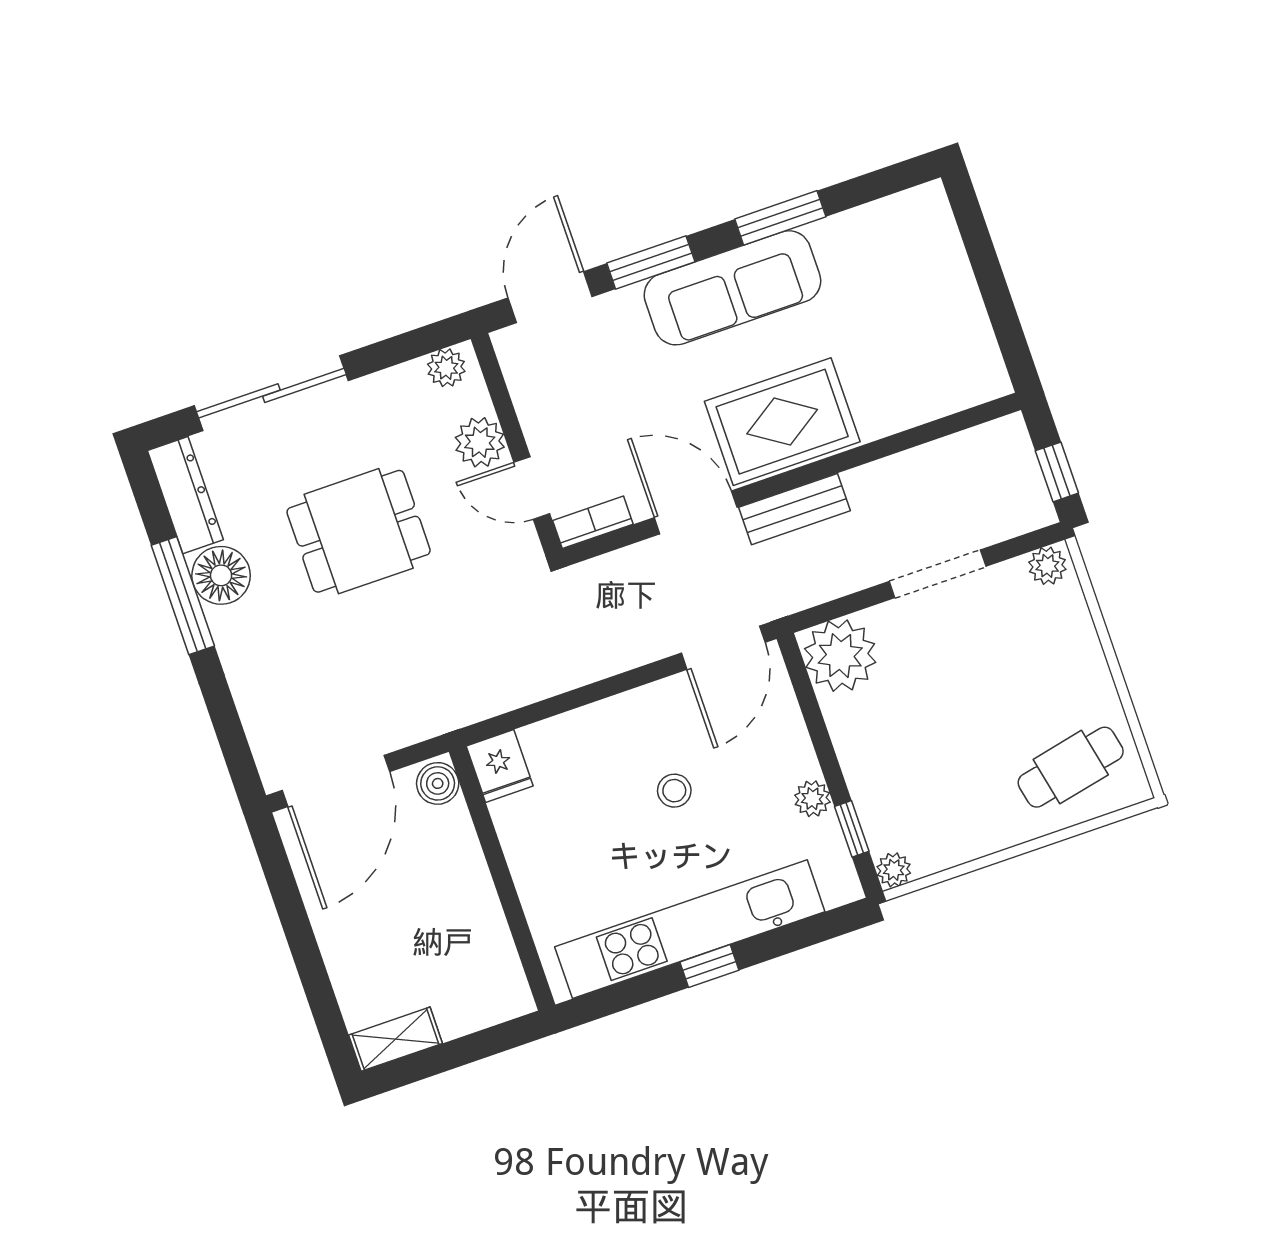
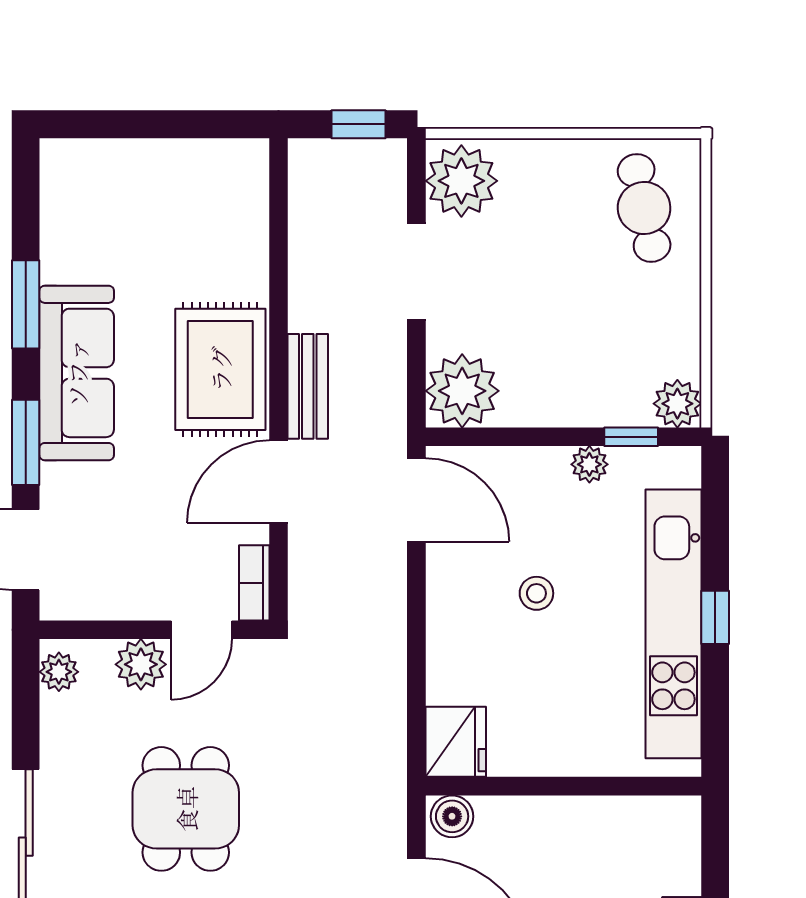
plant: (1047, 566) -> (461, 181), width x1.87, depth x1.87
fridge: (500, 766) -> (456, 742), width x1.38
plant: (894, 870) -> (677, 404), width x1.38, depth x1.38

